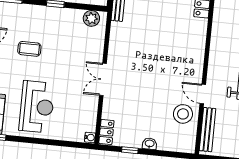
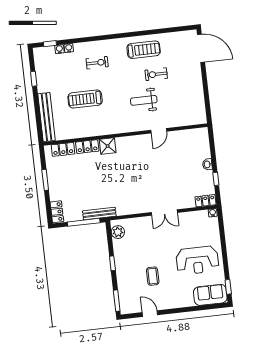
shower: (198, 29) -> (108, 146), added
reception desk: (37, 107) -> (197, 260), turned 180
stool: (183, 114) -> (178, 143), removed
bench: (208, 130) -> (186, 121), removed

